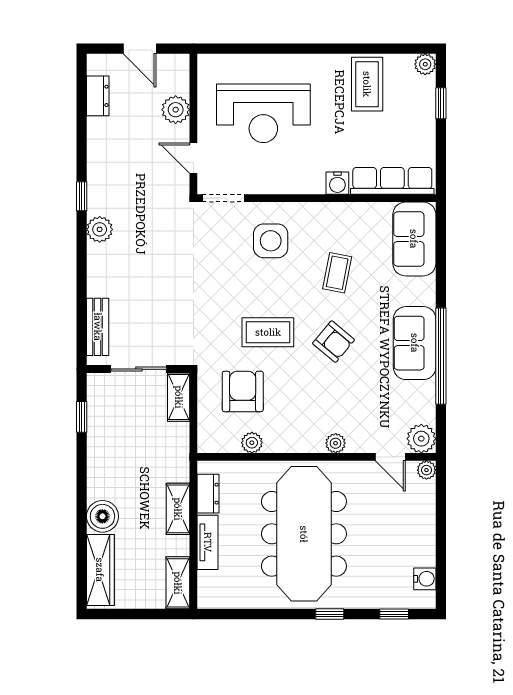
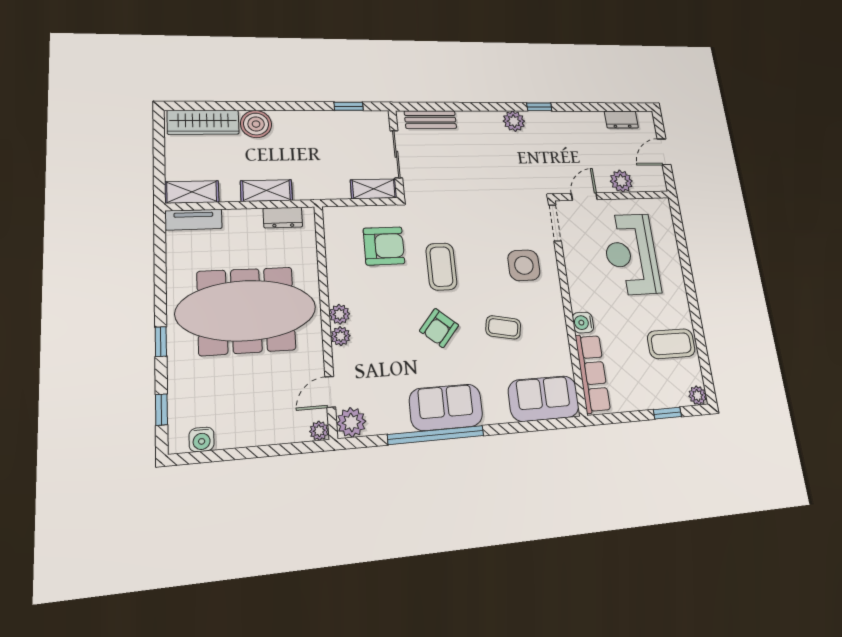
plant: (252, 443) -> (340, 314), moved
tv unit: (208, 542) -> (194, 220), moved

